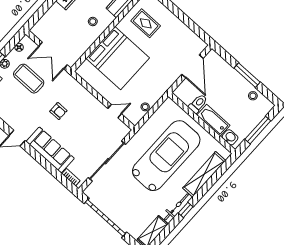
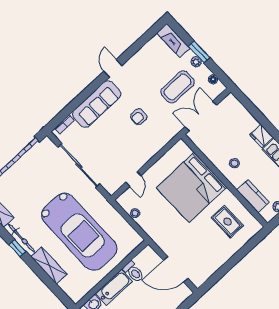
rug: (146, 23) -> (227, 222), turned 90
shelving: (204, 174) -> (49, 265), width x0.68

